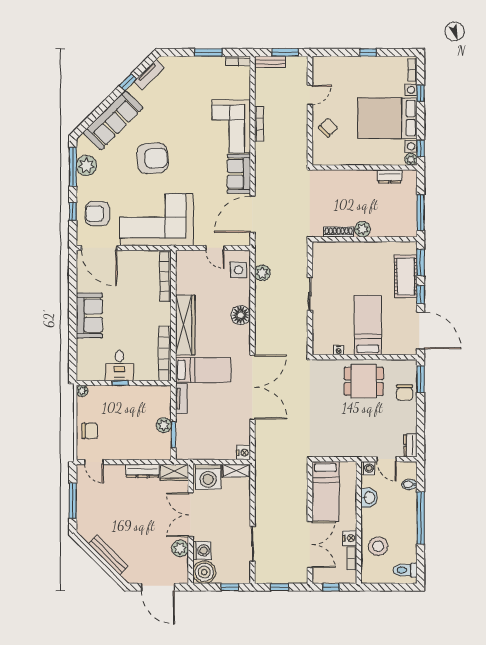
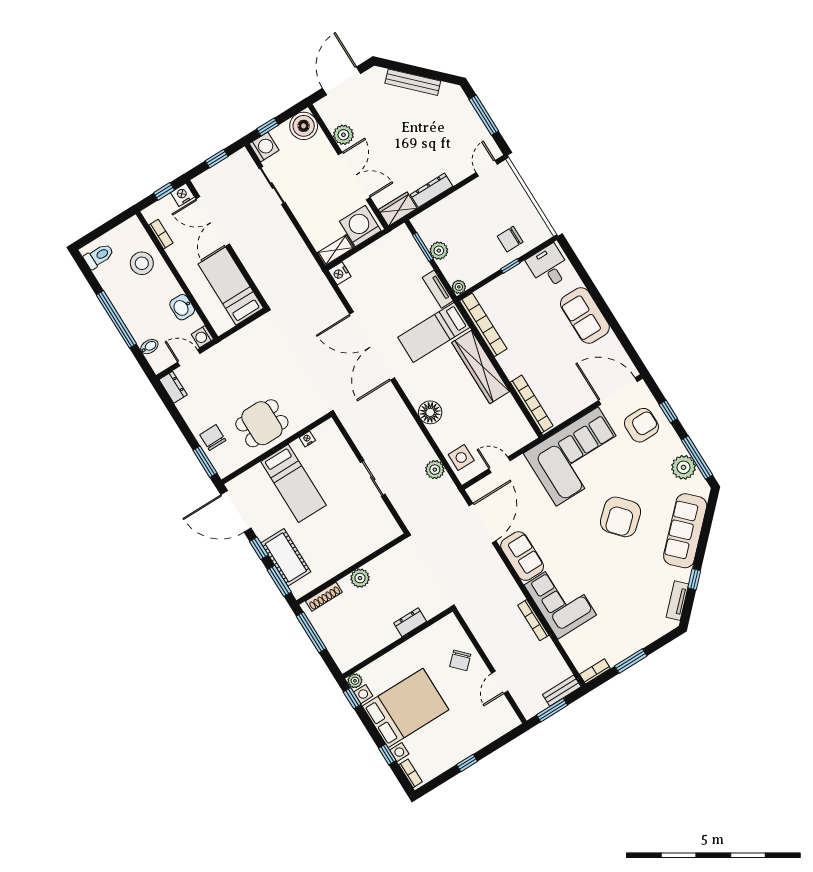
armchair: (153, 158) -> (620, 517), turned -39
dresser: (390, 176) -> (410, 622), moved
shoe rack: (339, 232) -> (324, 597), moved
desk: (119, 366) -> (549, 267), moved
plant: (82, 391) -> (459, 287), moved
chair: (90, 431) -> (510, 239), moved
door: (94, 462) -> (487, 168), hinge flipped
nightstand: (350, 538) -> (182, 195), moved, turned 90
washing machine: (202, 550) -> (264, 147), moved, turned 180
door: (158, 587) -> (342, 81), hinge flipped

